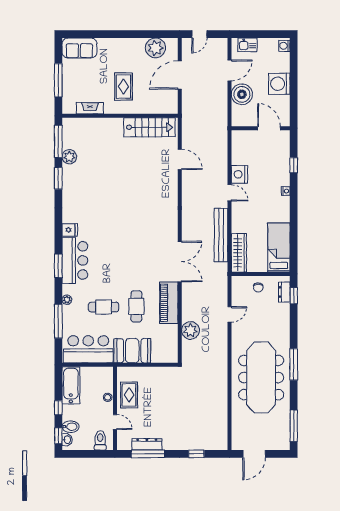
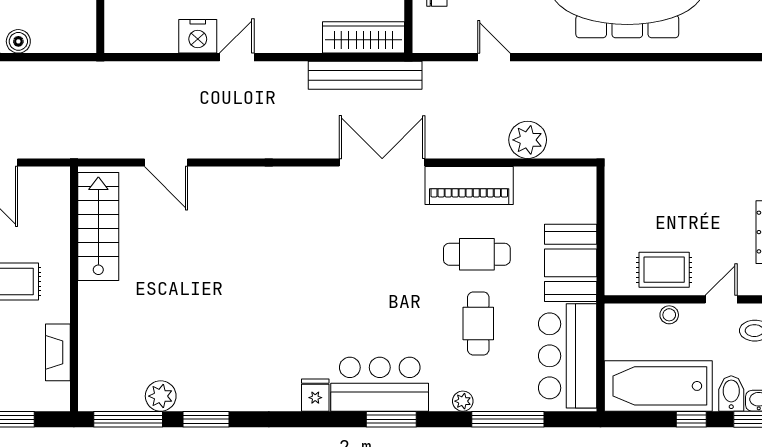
boiler: (242, 94) -> (18, 41), width x0.54, depth x0.54
door: (180, 159) -> (166, 163), swing flipped
bench: (221, 235) -> (365, 75), moved
bathtub: (71, 385) -> (658, 386), width x1.36, depth x1.36

